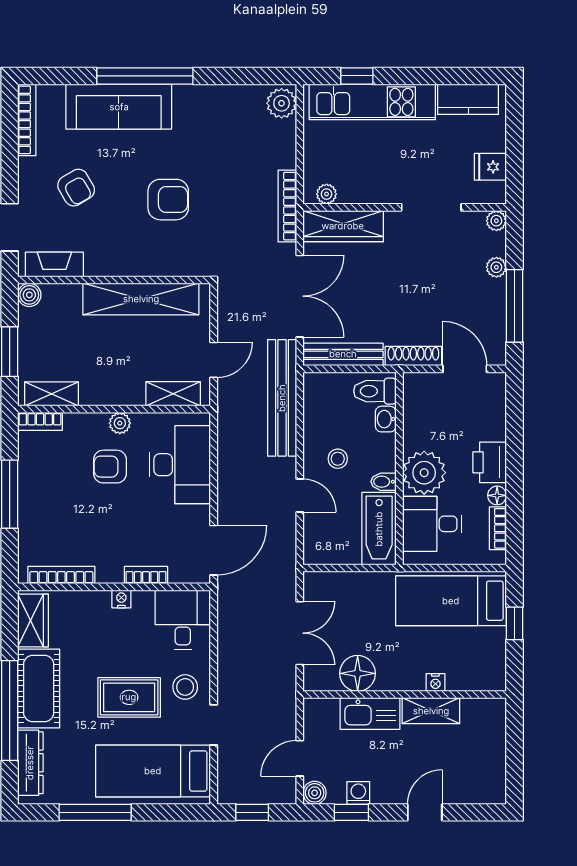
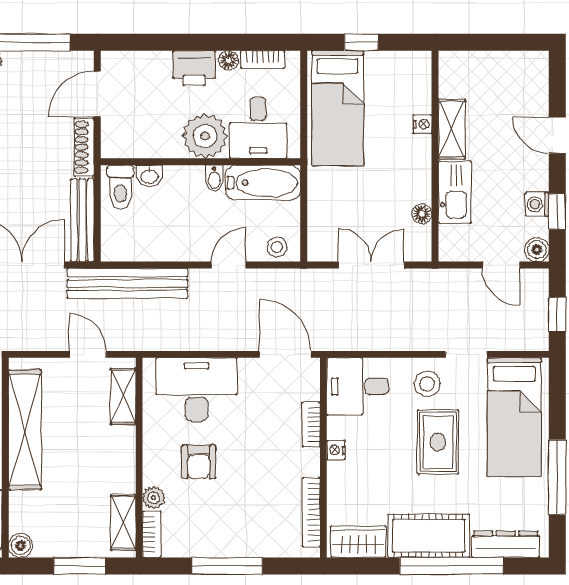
plant: (120, 423) -> (154, 498), moved
stool: (338, 459) -> (277, 247), moved
floor lamp: (358, 673) -> (422, 214), width x0.53, depth x0.53

